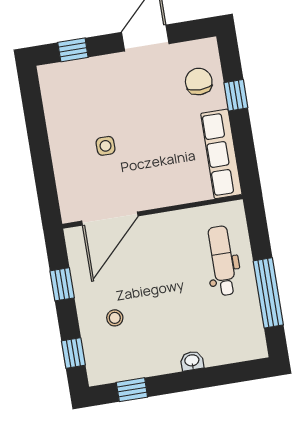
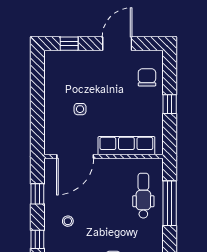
window: (236, 95) -> (170, 104), moved
row of seats: (221, 154) -> (126, 146), moved, turned 90
window: (268, 293) -> (170, 203), moved

